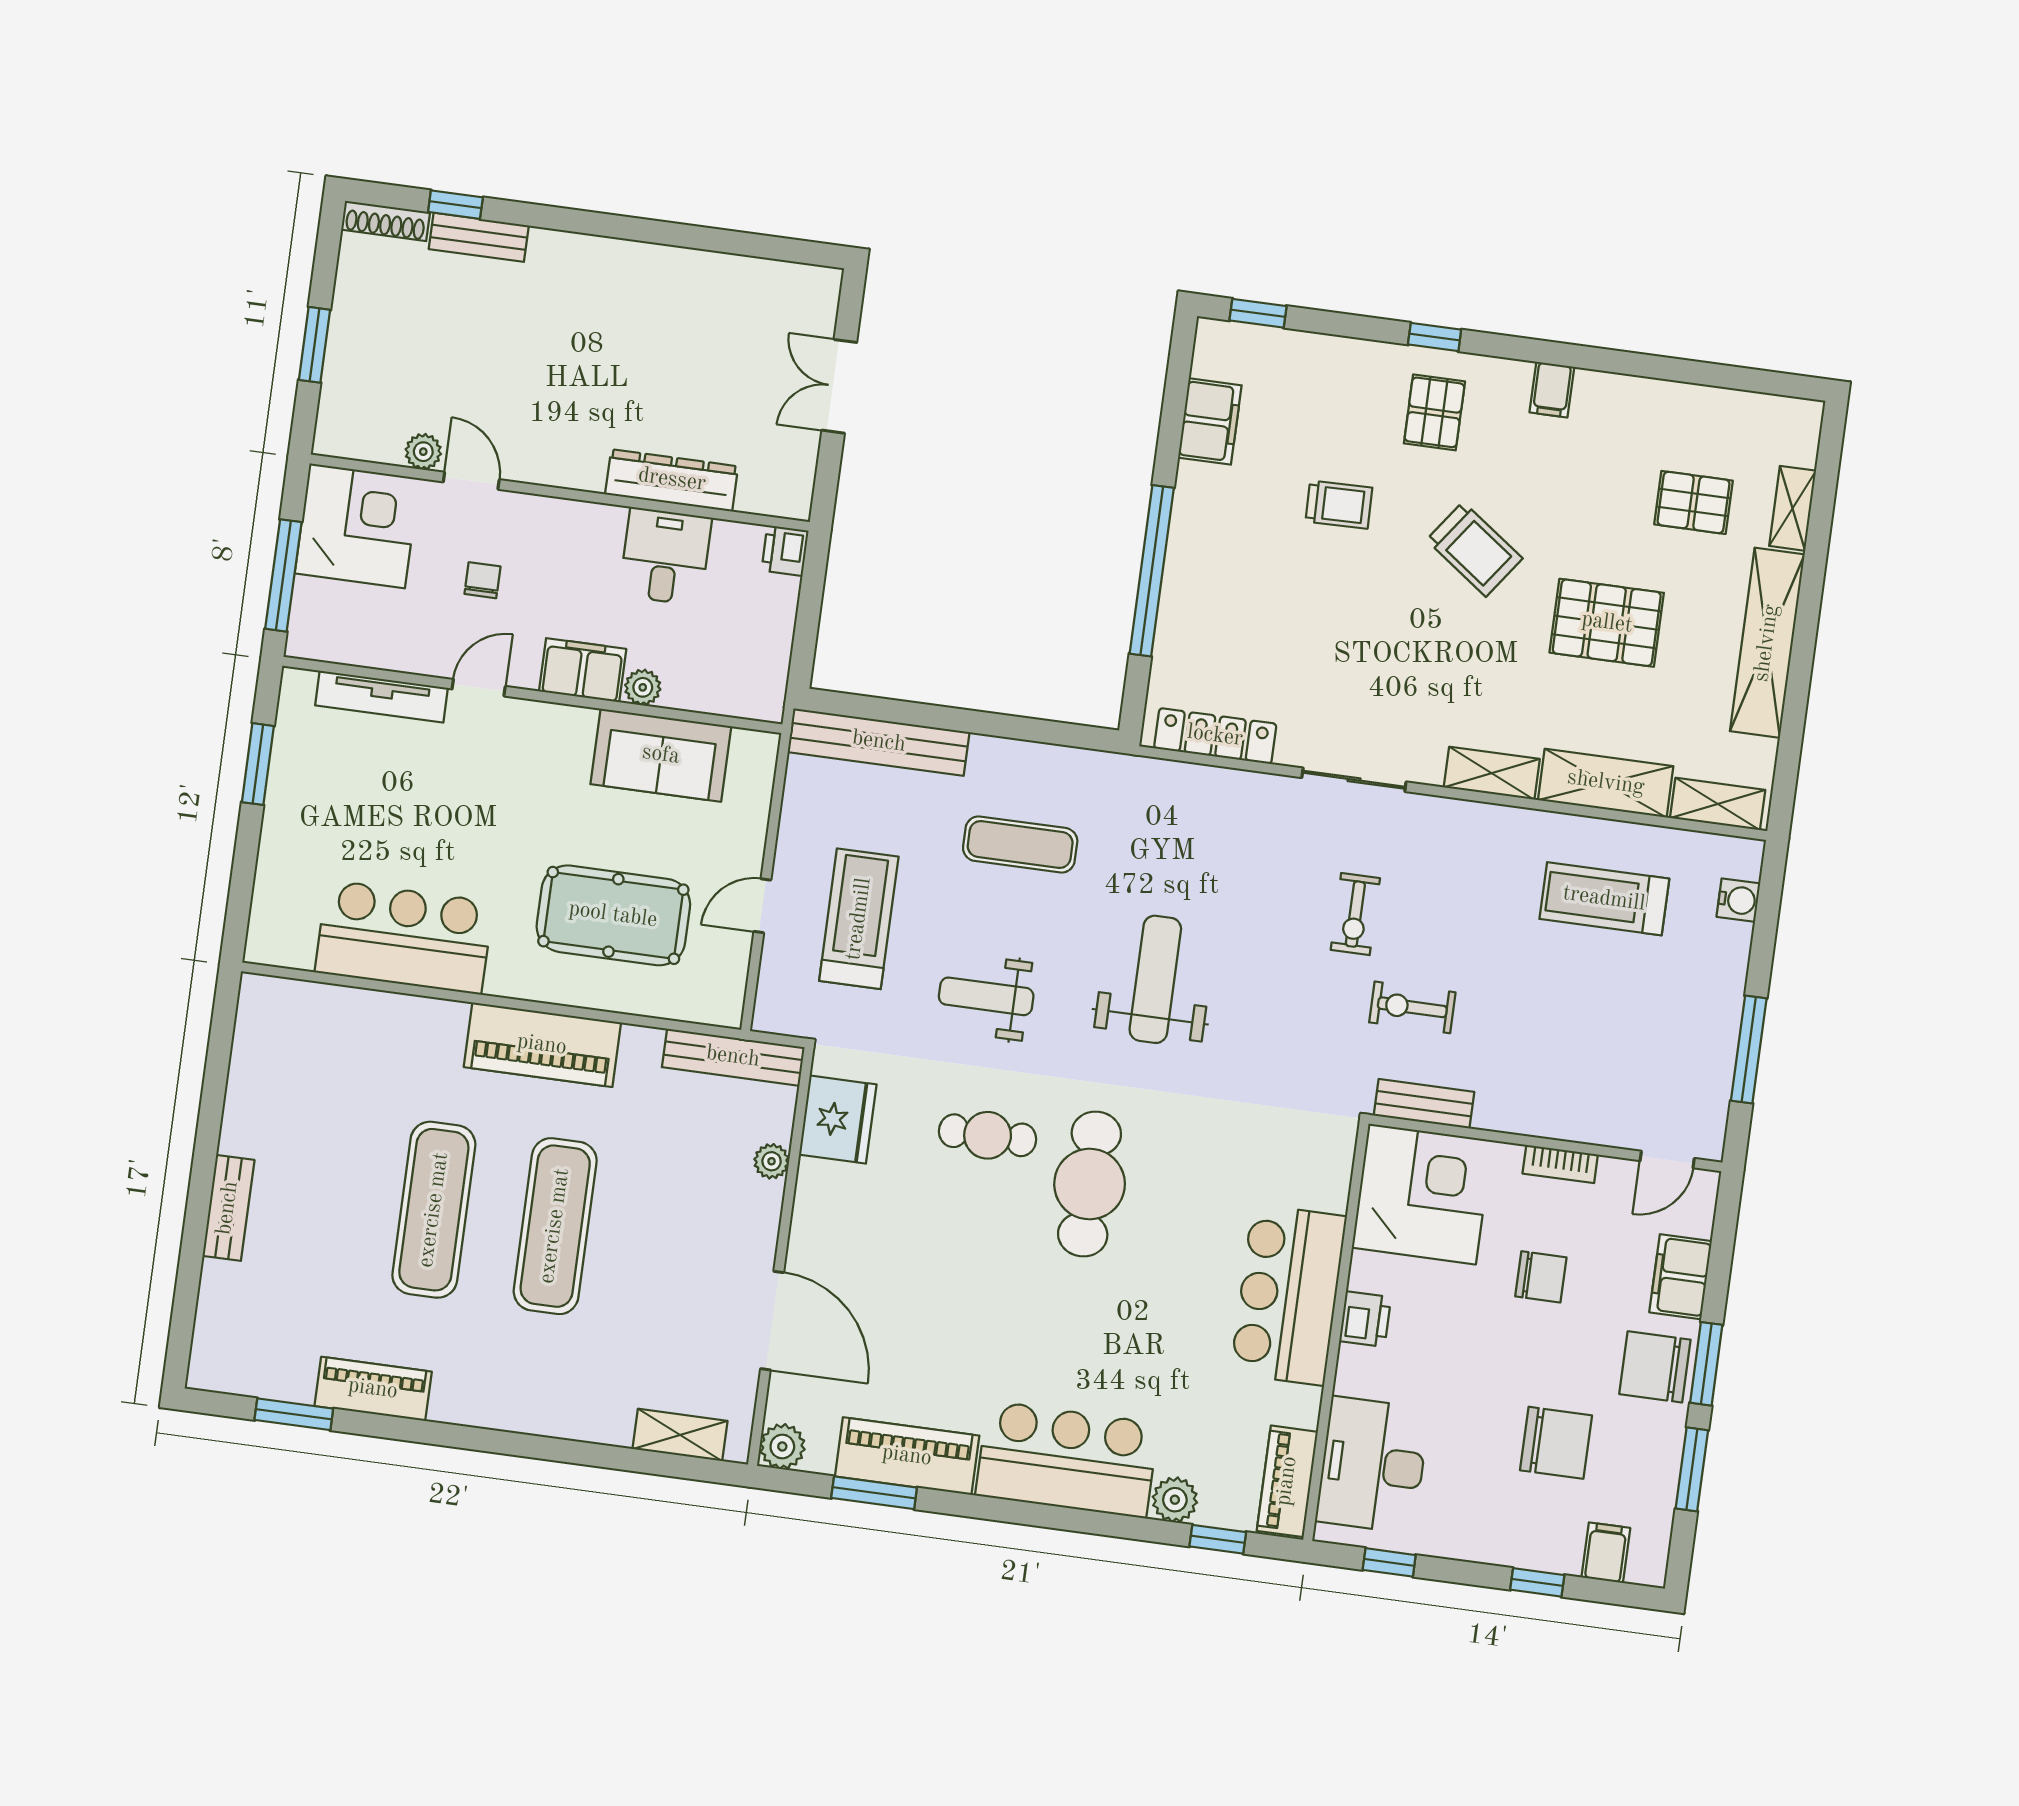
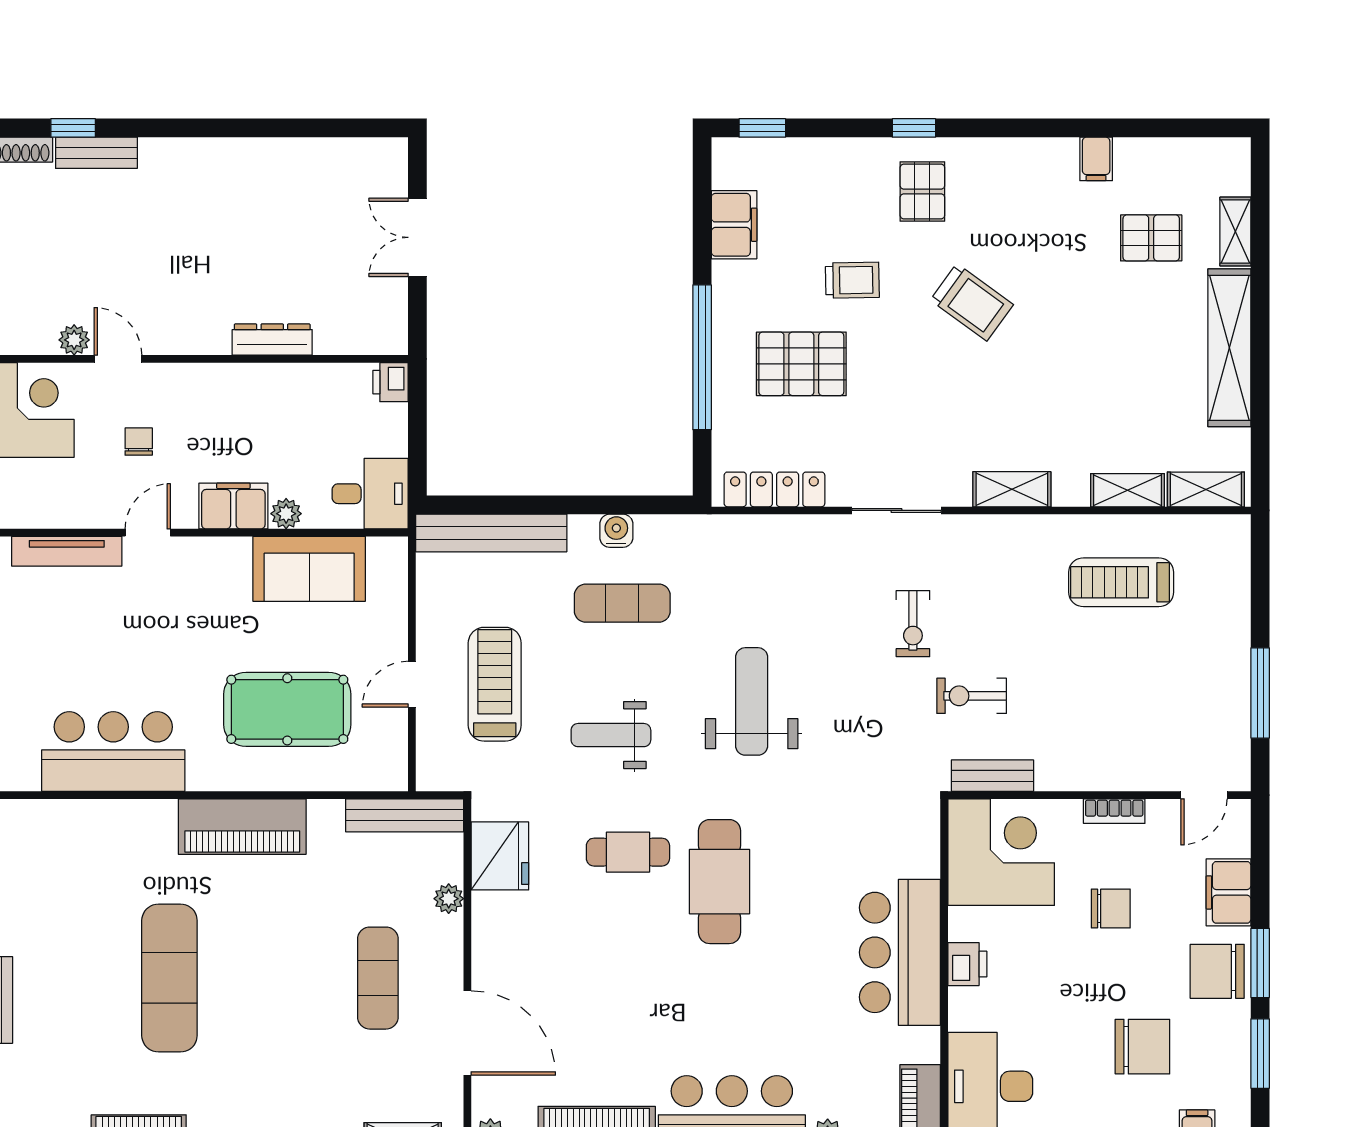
filing cabinet: (1552, 390) -> (1096, 159), moved
dresser: (672, 480) -> (272, 340), width x0.73, depth x0.80
desk: (665, 556) -> (370, 494), moved, turned 90
pallet: (1607, 623) -> (801, 364), moved
shelving: (1606, 783) -> (1127, 490), width x0.67, depth x0.75
water cooler: (1738, 900) -> (616, 531), moved, turned -90
exercise mat: (555, 1226) -> (378, 978), moved, width x0.73, depth x0.69

